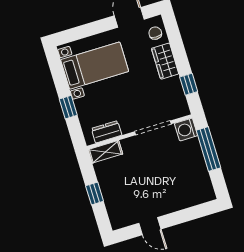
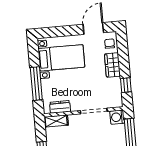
window: (68, 107) -> (36, 84), width x2.17

